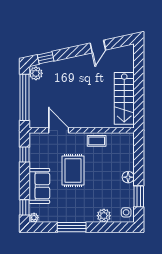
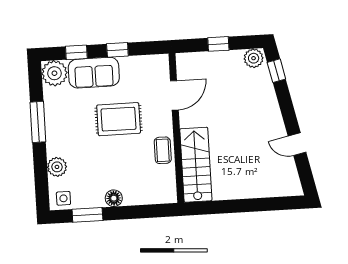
window: (24, 97) -> (218, 44), width x0.32
stairs: (124, 98) -> (196, 165), moved, turned 90
window: (24, 154) -> (117, 50), moved
window: (24, 207) -> (76, 52), moved
plant: (34, 218) -> (54, 73), width x1.87, depth x1.87

